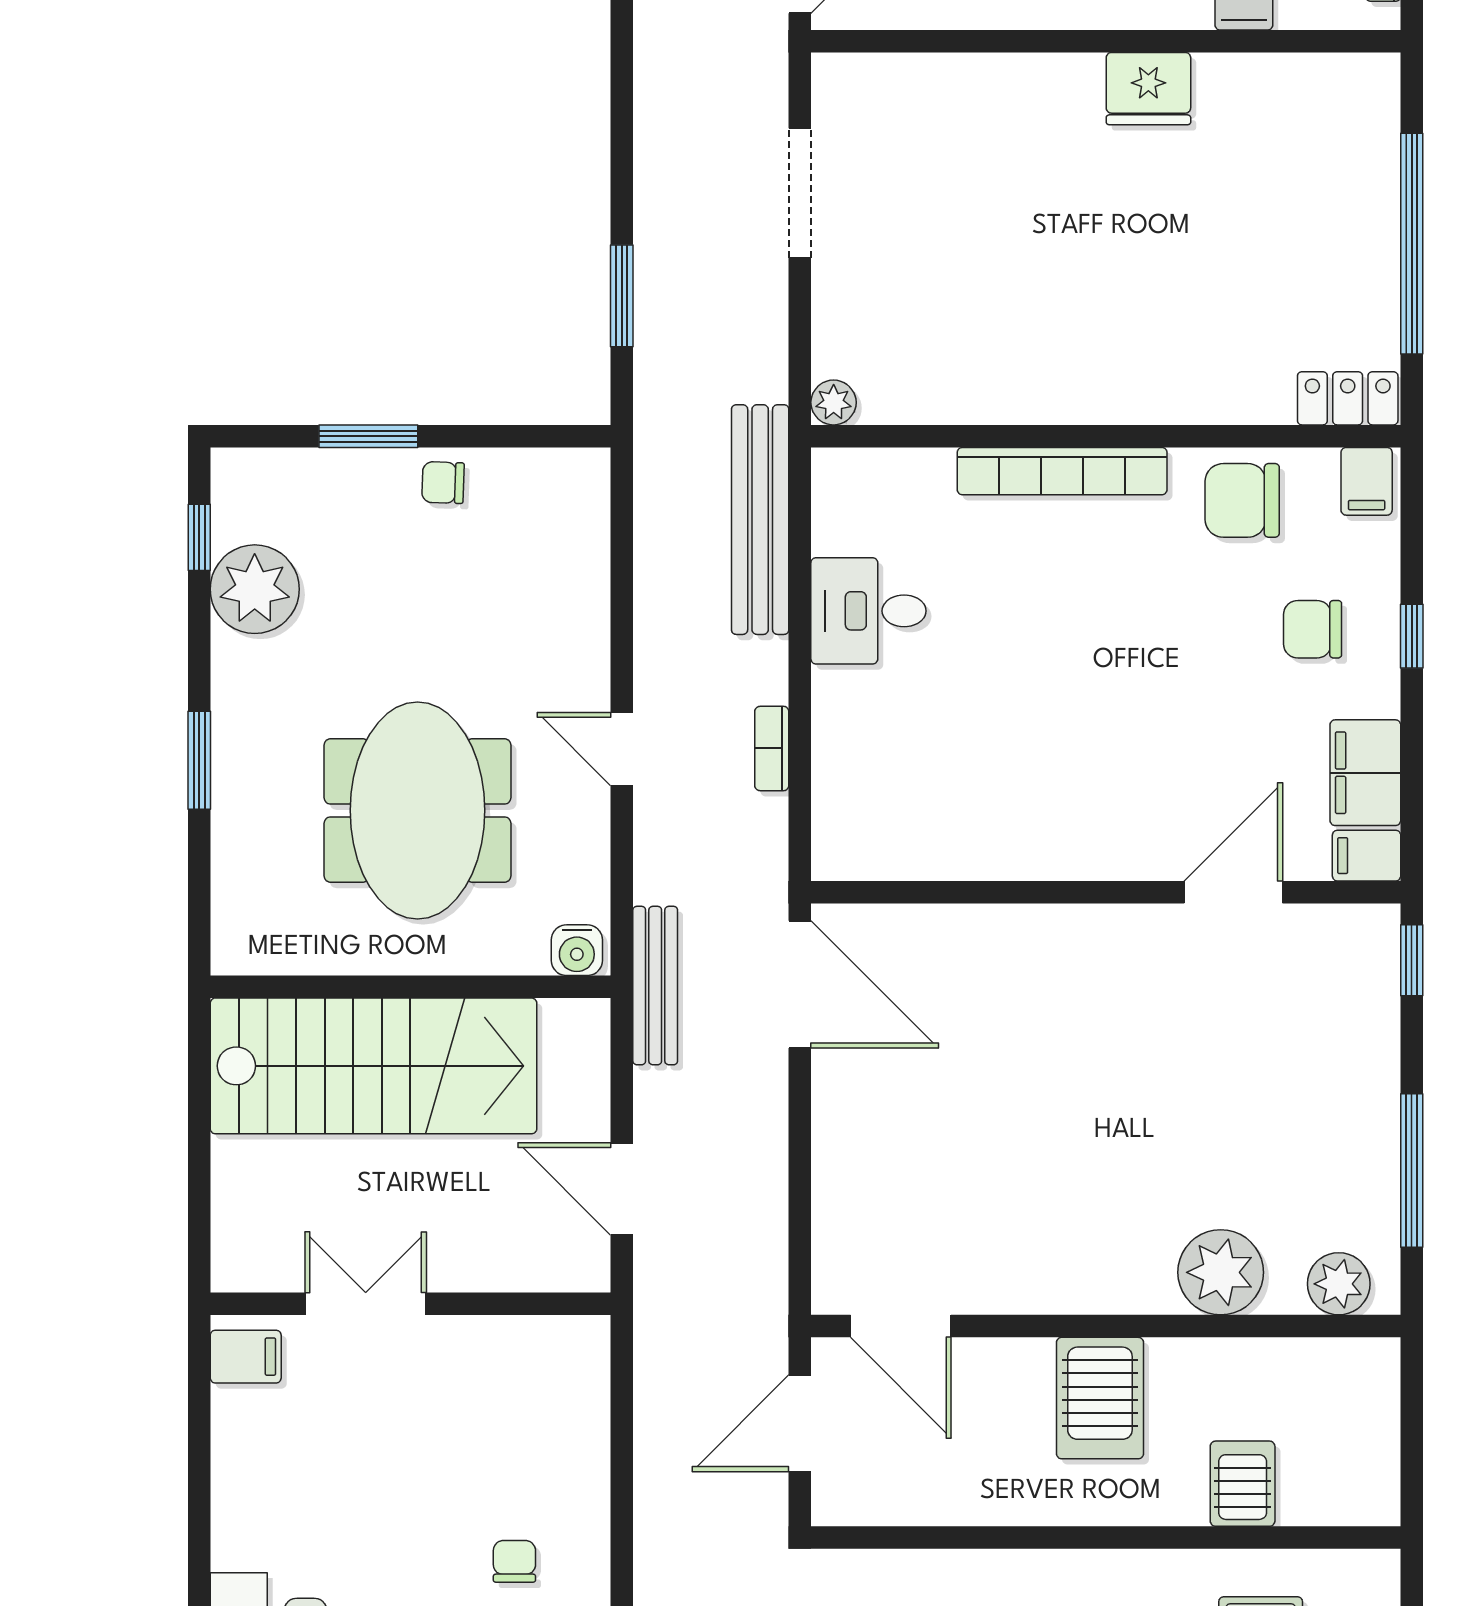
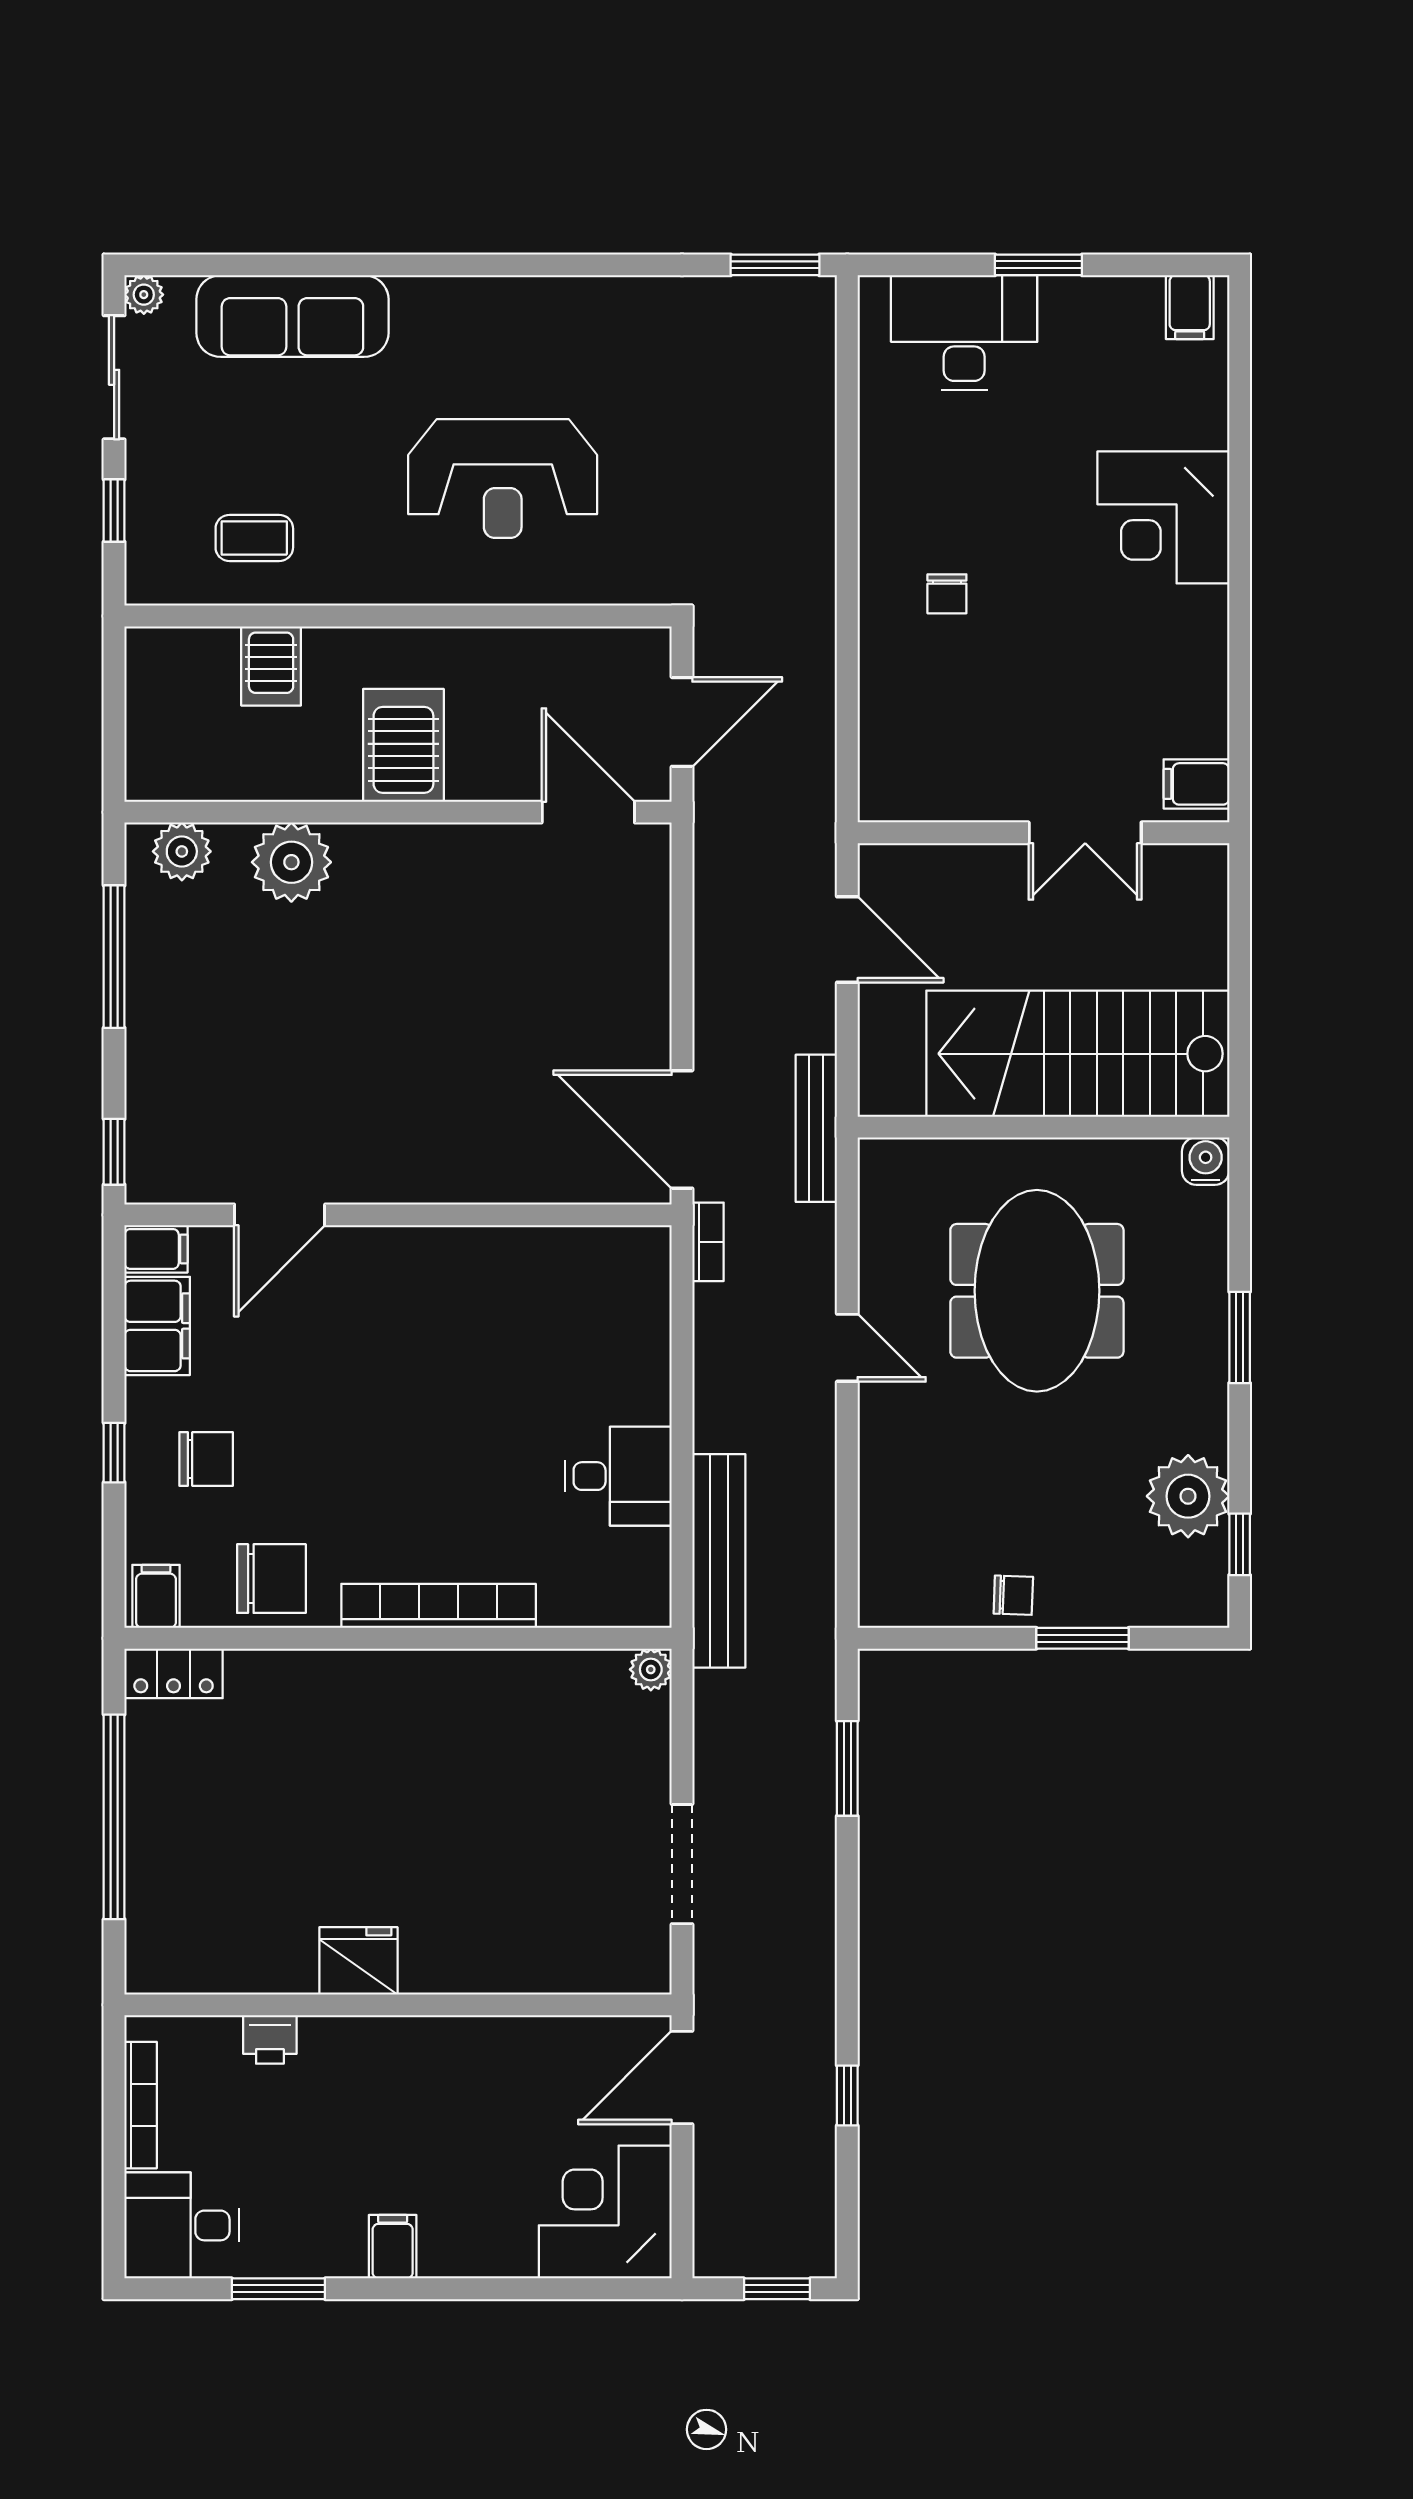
bookcase: (772, 748) -> (708, 1242), moved
water cooler: (577, 950) -> (1206, 1161), moved

